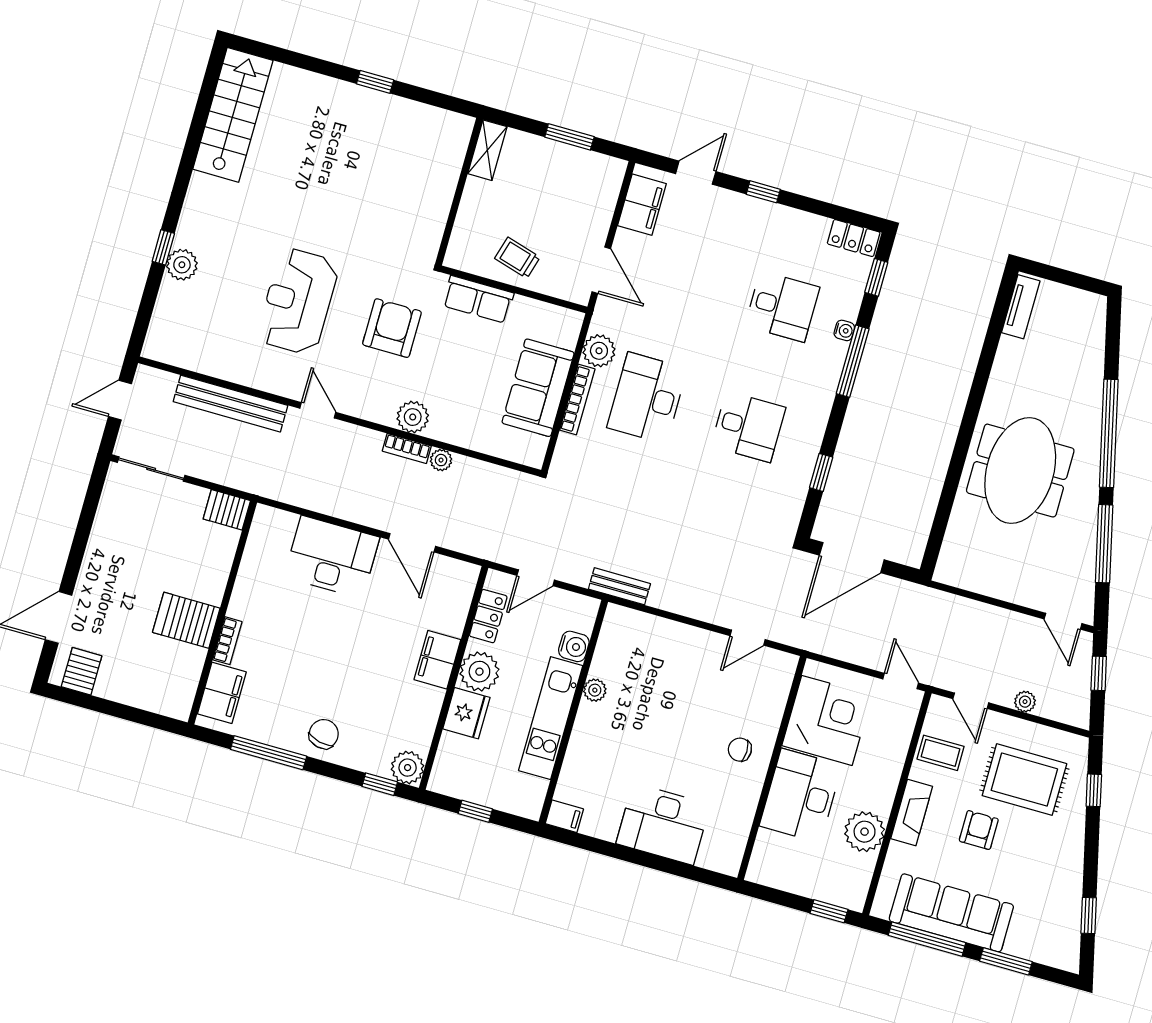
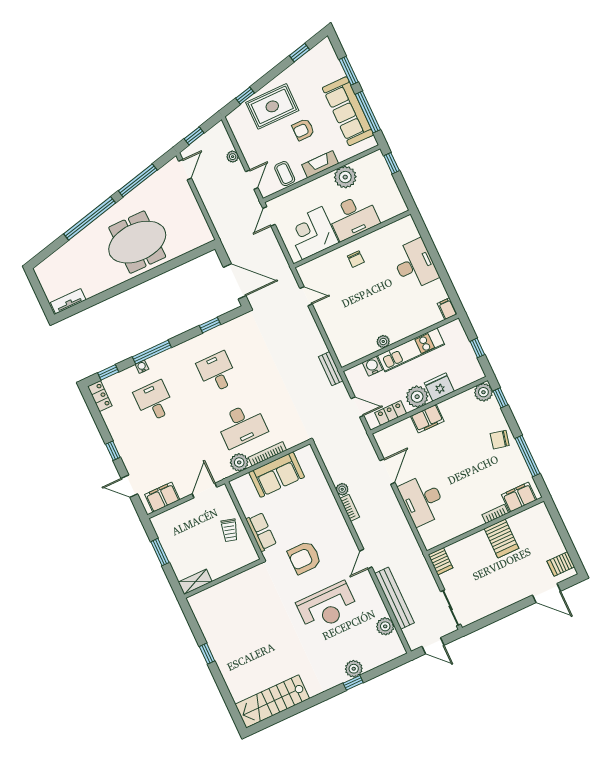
plant: (413, 417) -> (385, 626), moved
rug: (1024, 780) -> (272, 106), moved, turned 90

